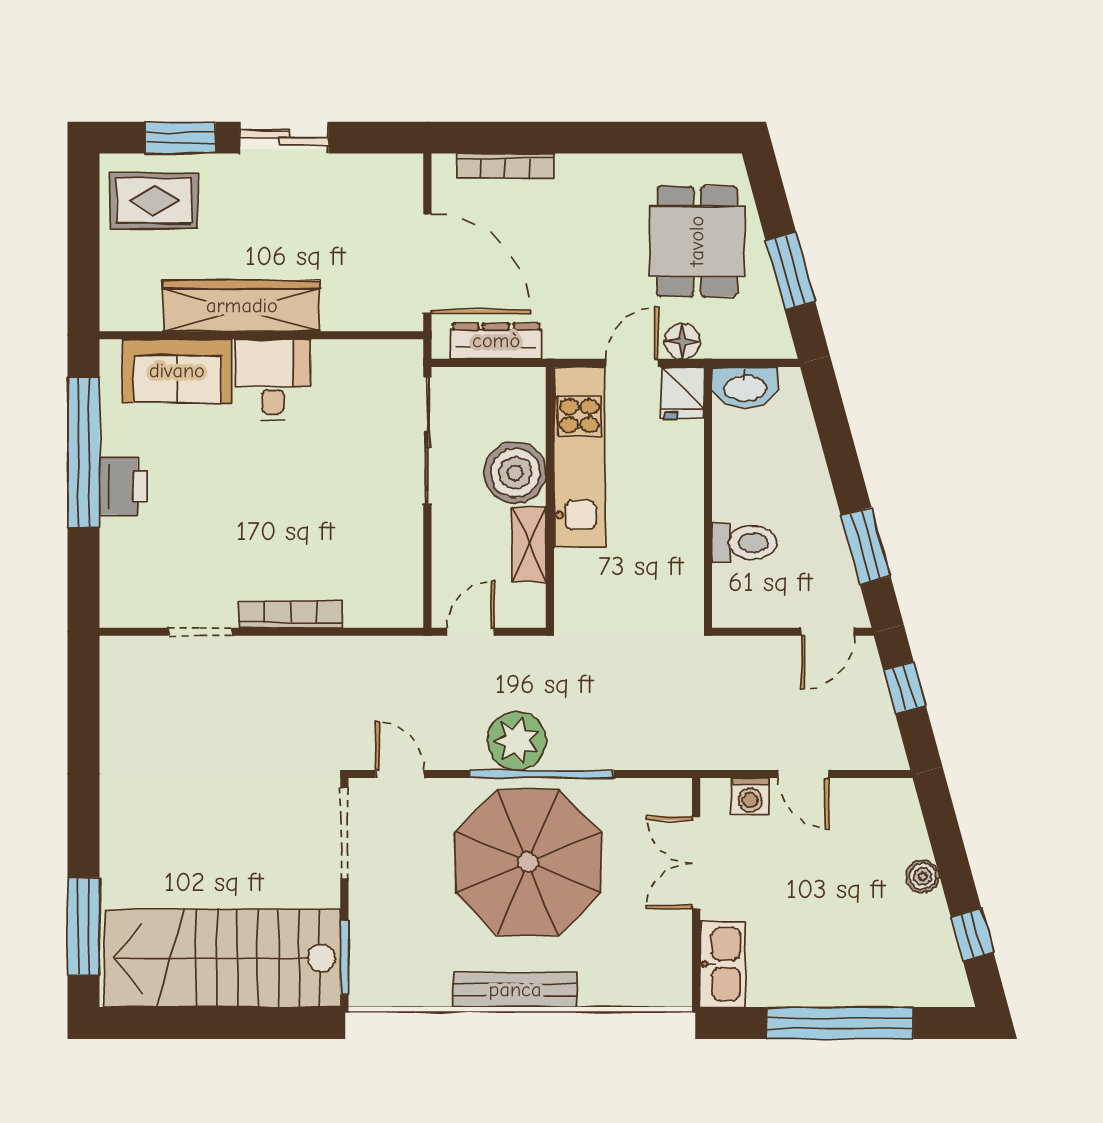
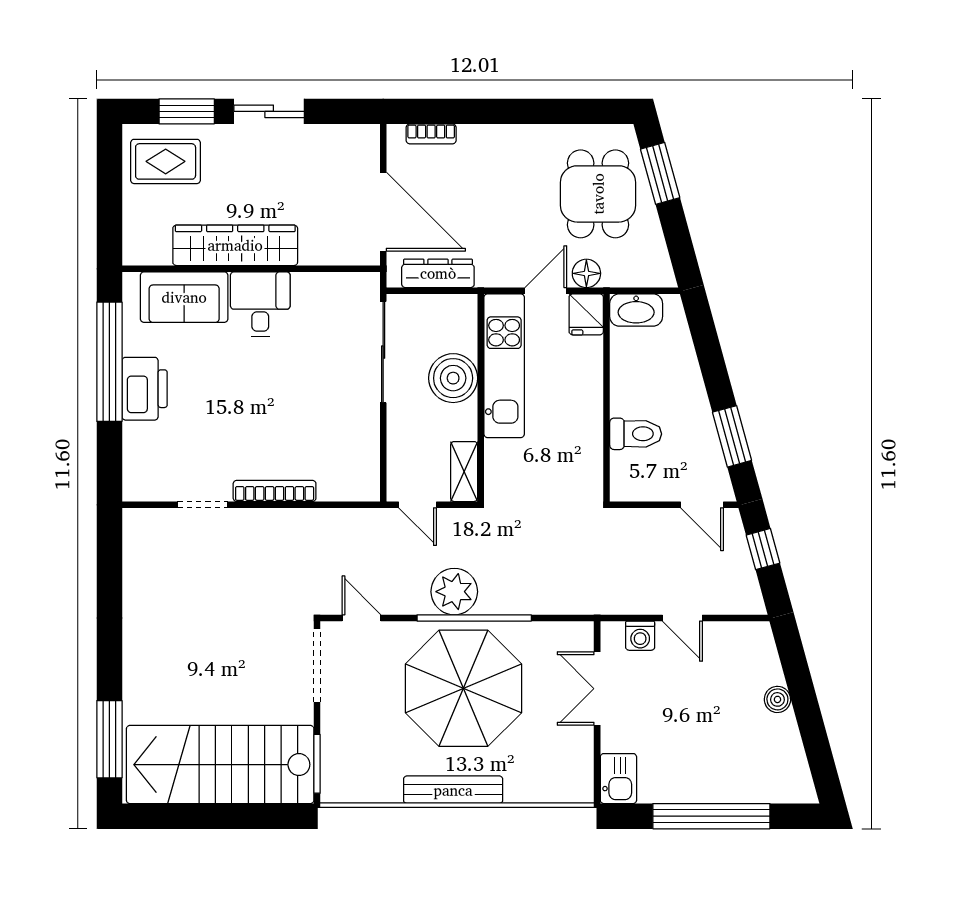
bookcase: (505, 166) -> (431, 134), width x0.64
window: (790, 271) -> (660, 173), moved
printer: (123, 486) -> (145, 389), width x1.37, depth x1.19
shelving: (529, 544) -> (464, 472), moved
door: (470, 632) -> (418, 505), swing flipped
door: (828, 632) -> (702, 505), hinge flipped
window: (972, 935) -> (817, 746), removed
kitchen sink: (723, 964) -> (618, 779), width x0.73

